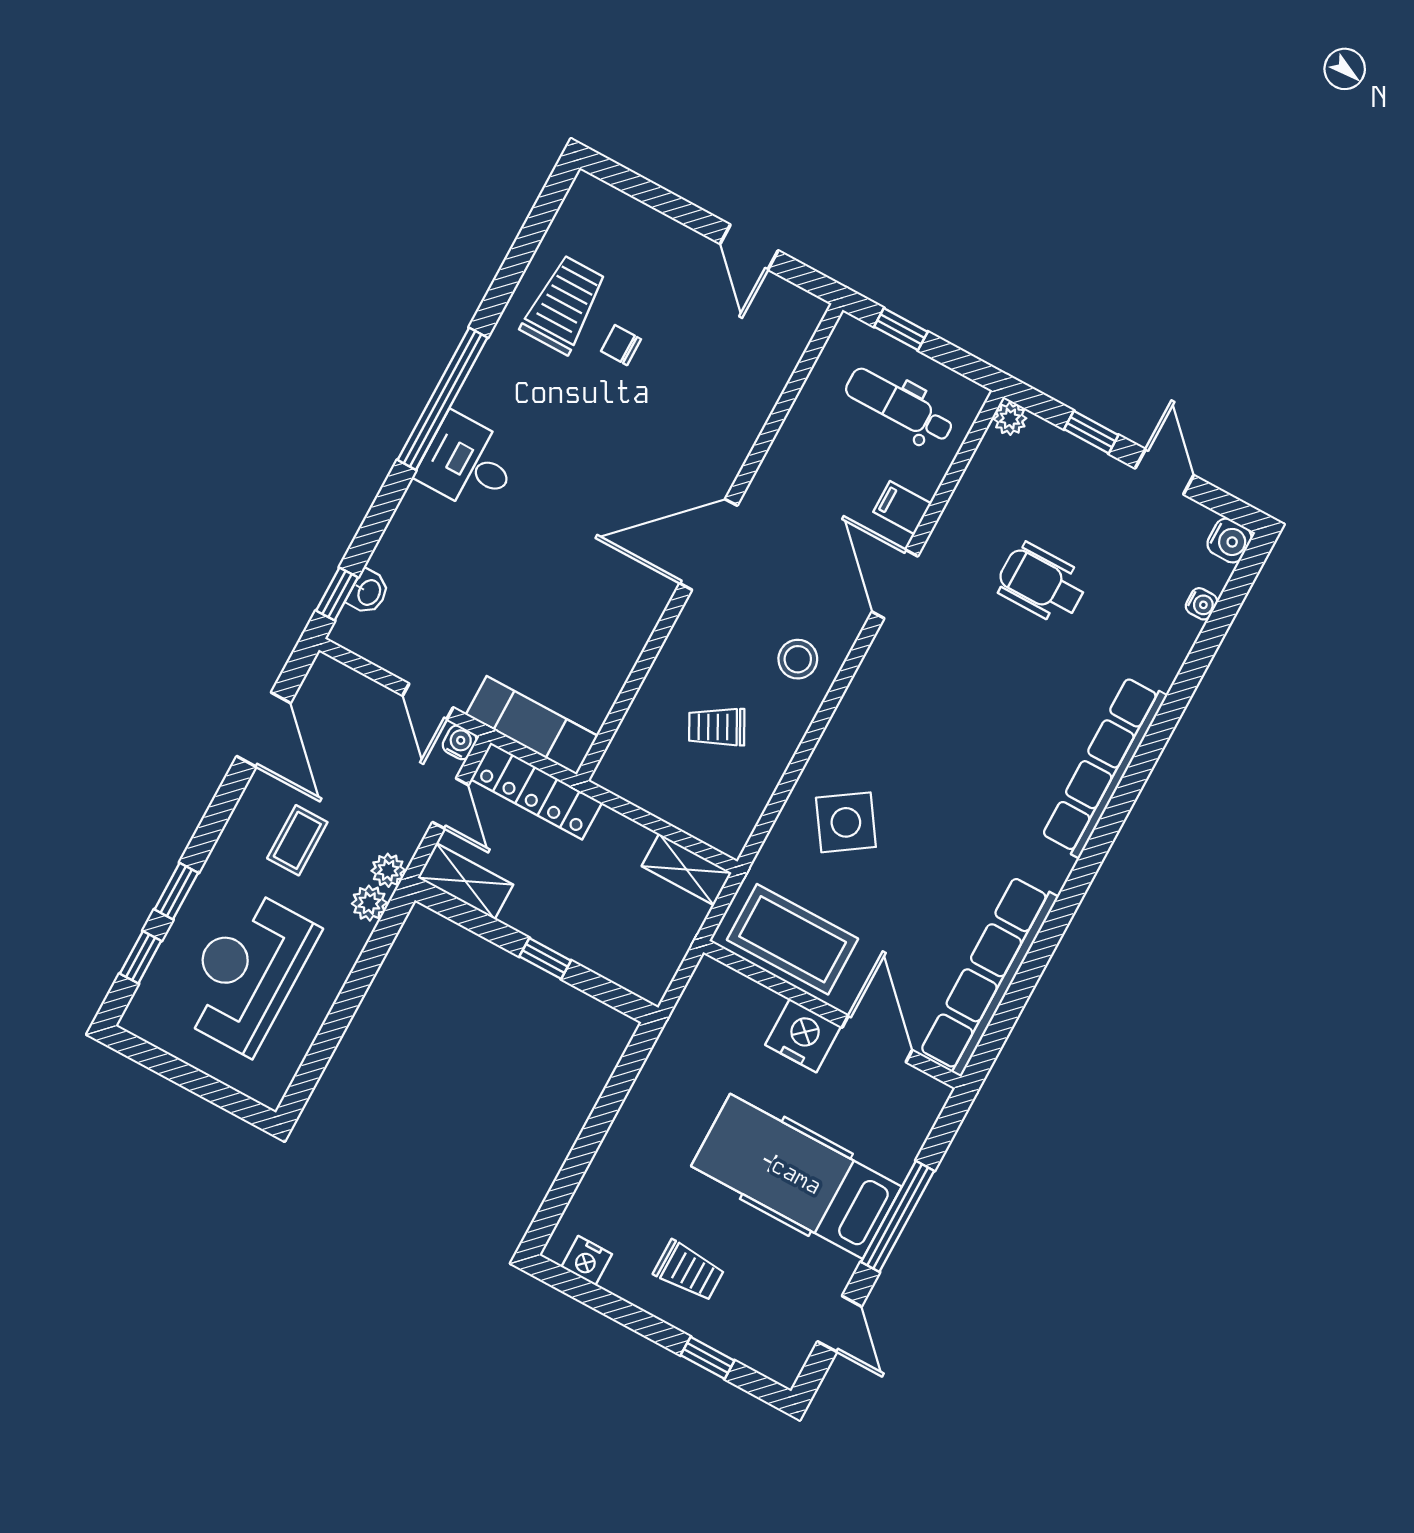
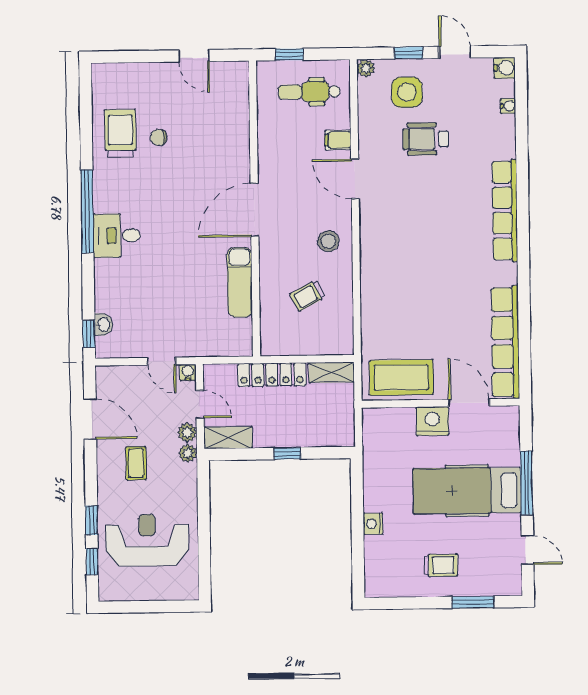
exam couch: (532, 725) -> (240, 282), moved, turned -90
locker: (536, 791) -> (272, 375), moved
side table: (846, 822) -> (407, 92), moved, turned 34
plant: (369, 903) -> (187, 432), moved
reception desk: (247, 972) -> (147, 540), turned 90
nightstand: (587, 1261) -> (373, 524), moved, turned 90
window: (708, 1358) -> (473, 602), width x1.50

